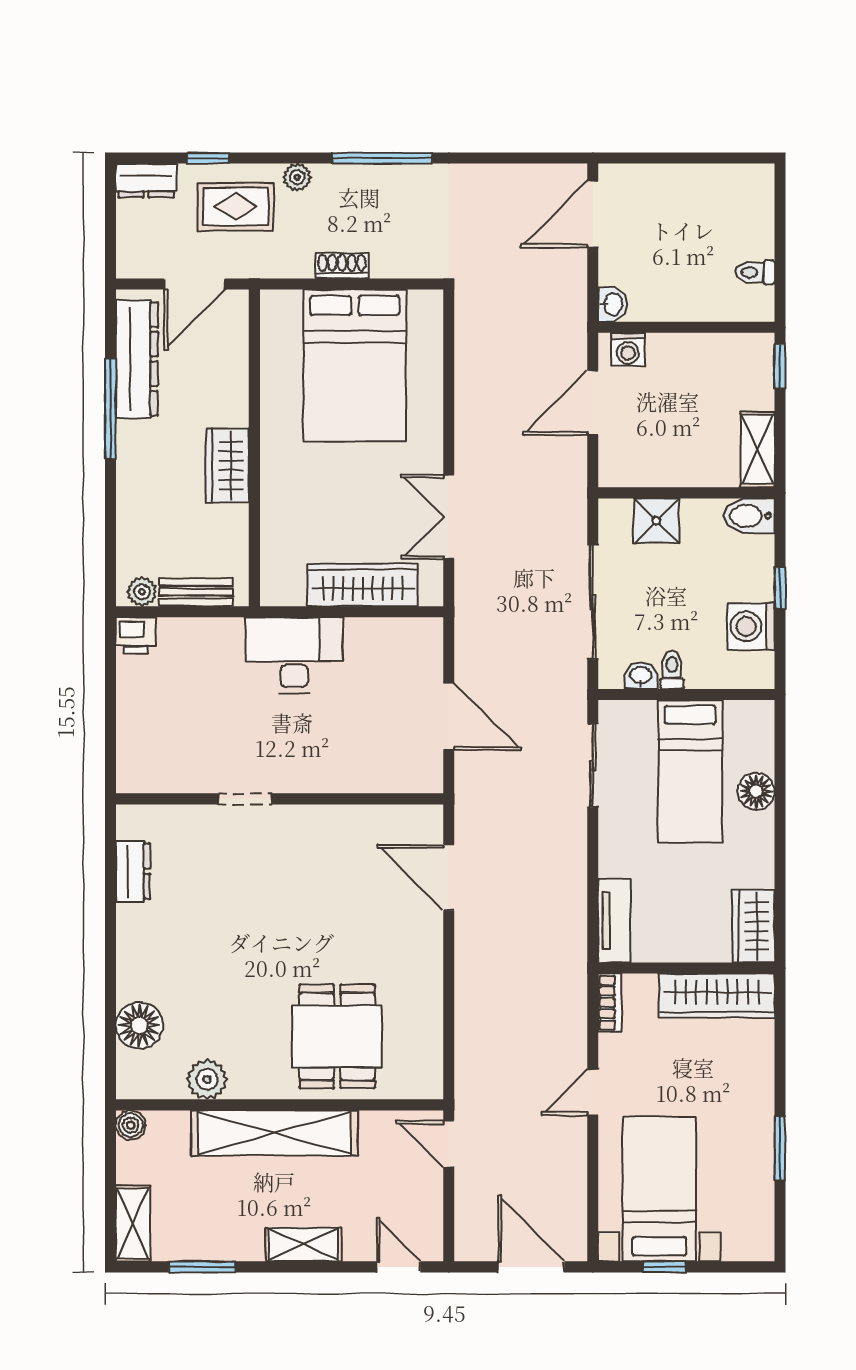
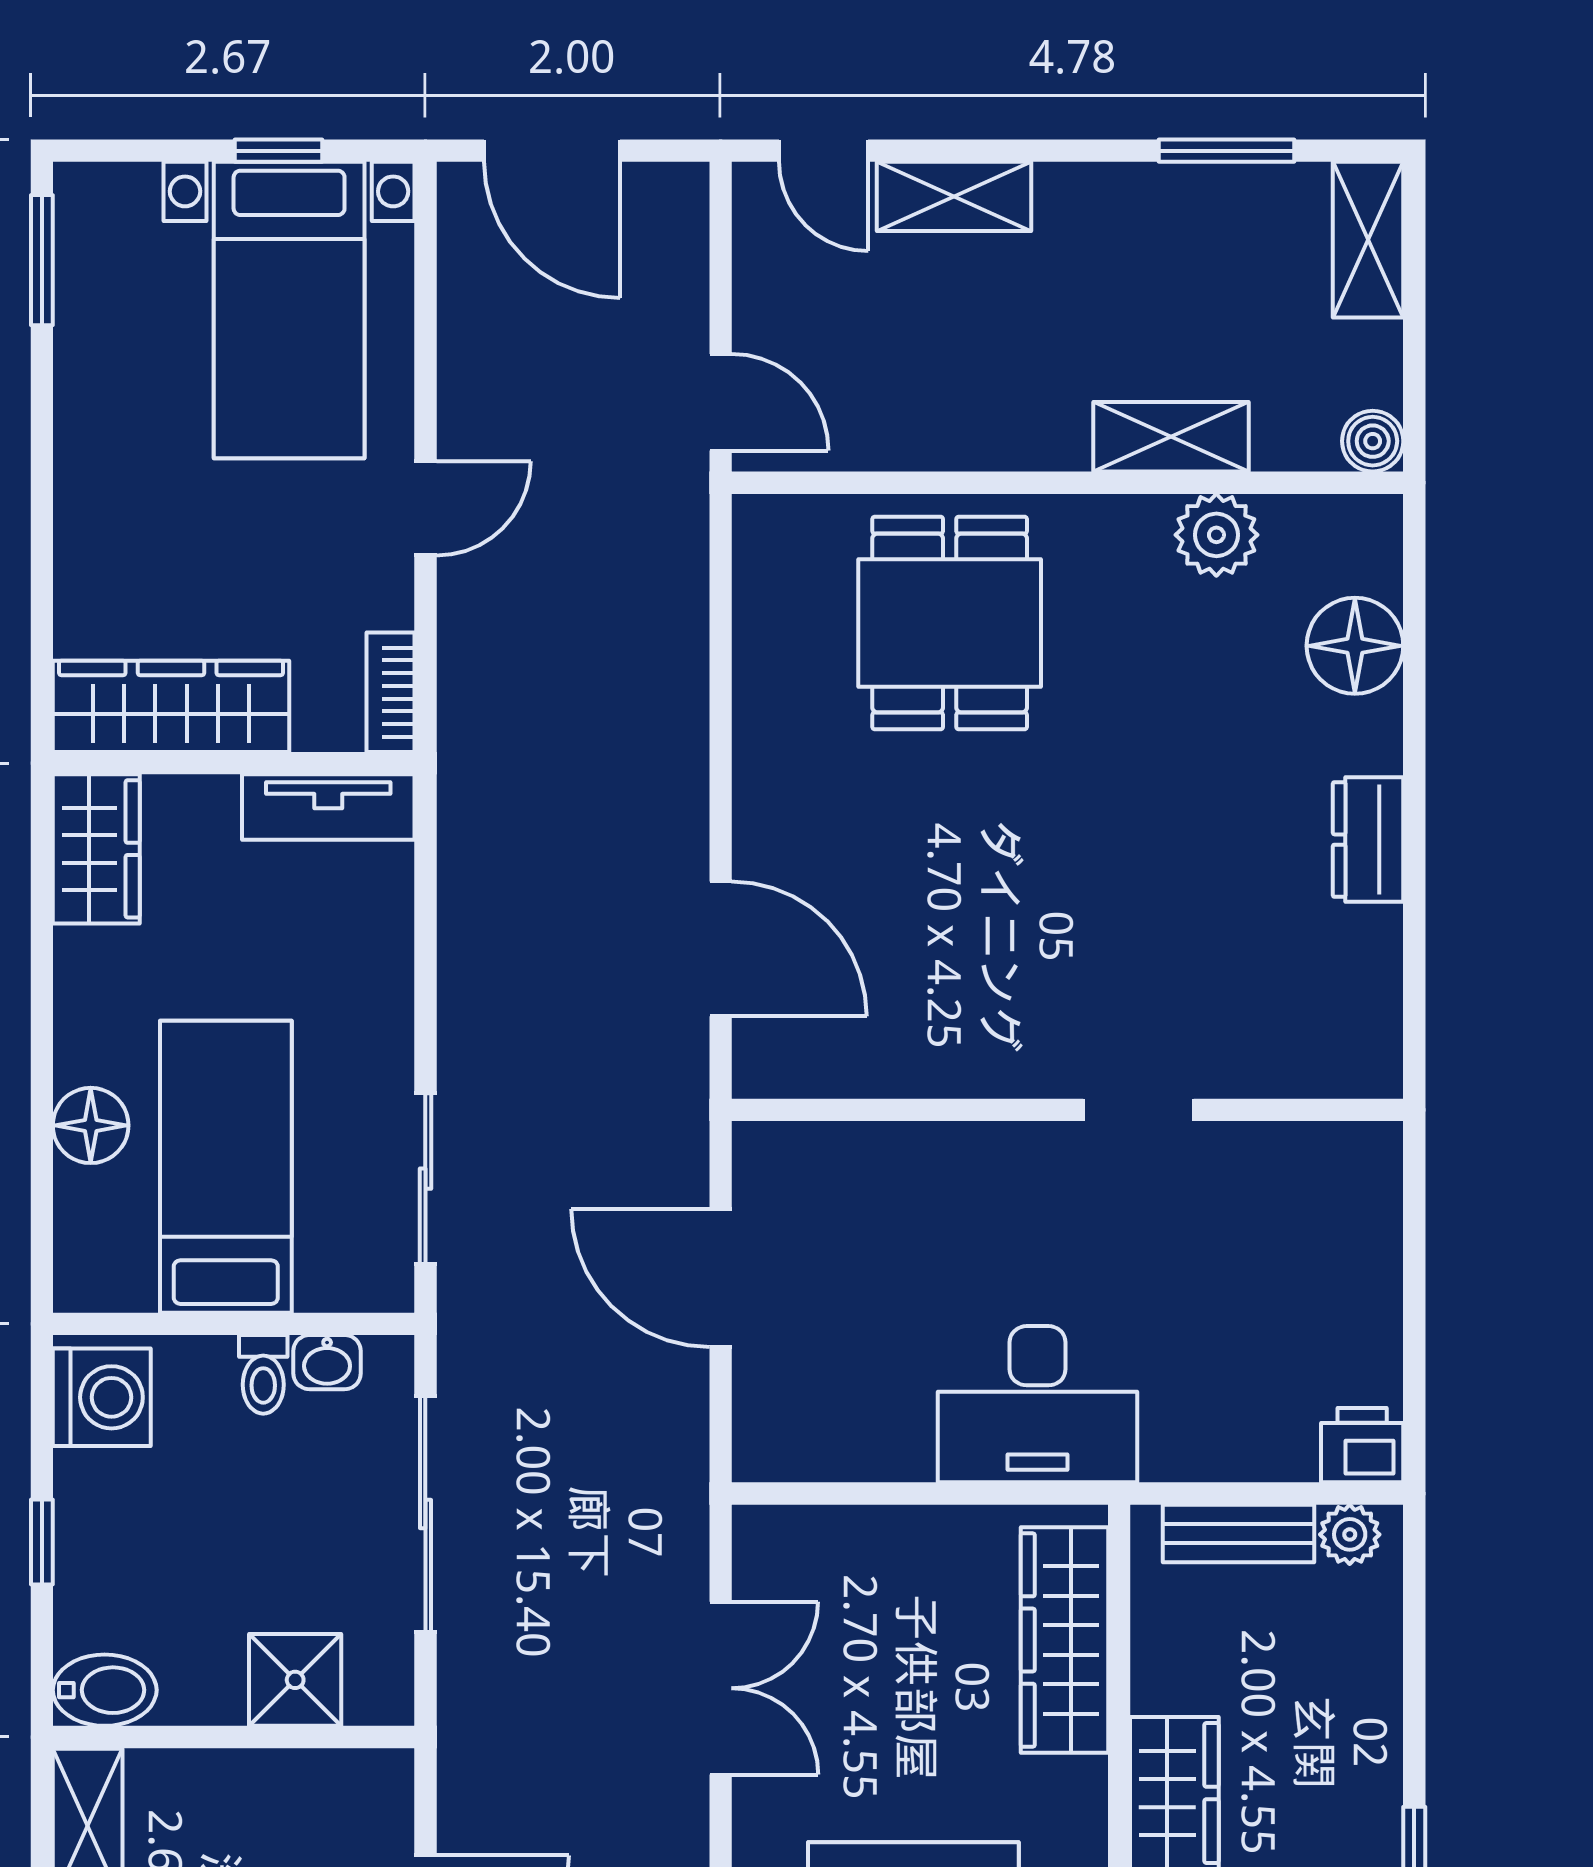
wardrobe: (363, 585) -> (1064, 1640), moved, turned 90
washing machine: (751, 626) -> (102, 1397), moved
dresser: (133, 871) -> (1368, 840), moved
tv unit: (614, 921) -> (328, 807), moved, turned -90
shelving: (274, 1133) -> (1171, 437), width x0.45, depth x0.75
window: (780, 1148) -> (42, 260), moved
shelving: (303, 1245) -> (954, 196), moved

